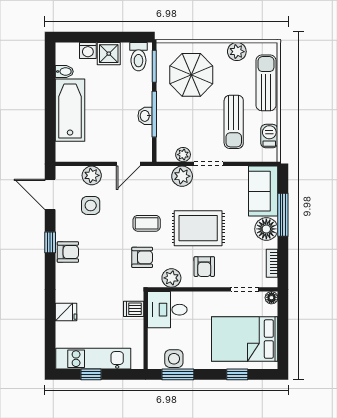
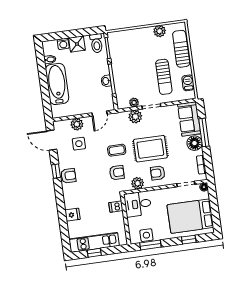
parasol: (191, 75) -> (132, 50), removed
armchair: (204, 267) -> (158, 173), turned 90

